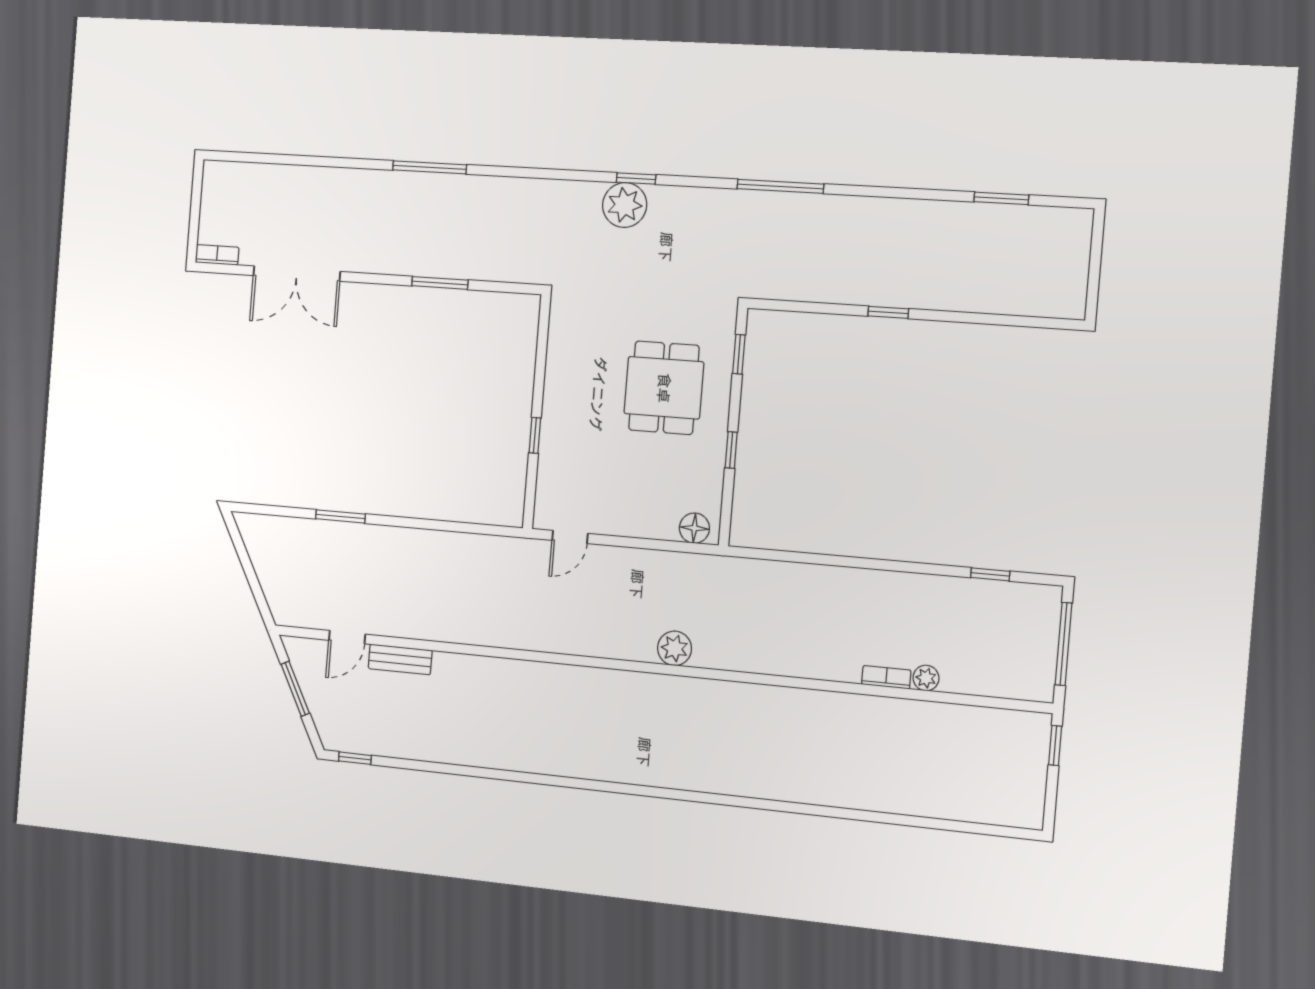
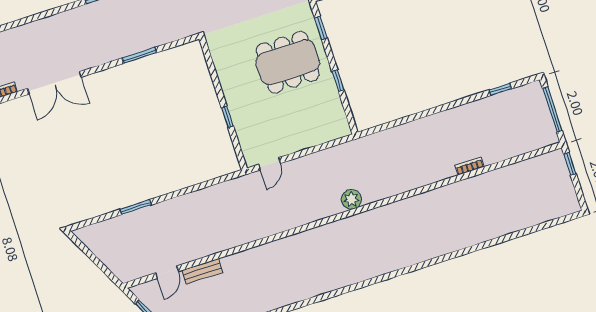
dining table: (664, 388) -> (288, 62), width x1.37
floor lamp: (694, 528) -> (335, 131), removed
plant: (926, 678) -> (490, 157), removed

